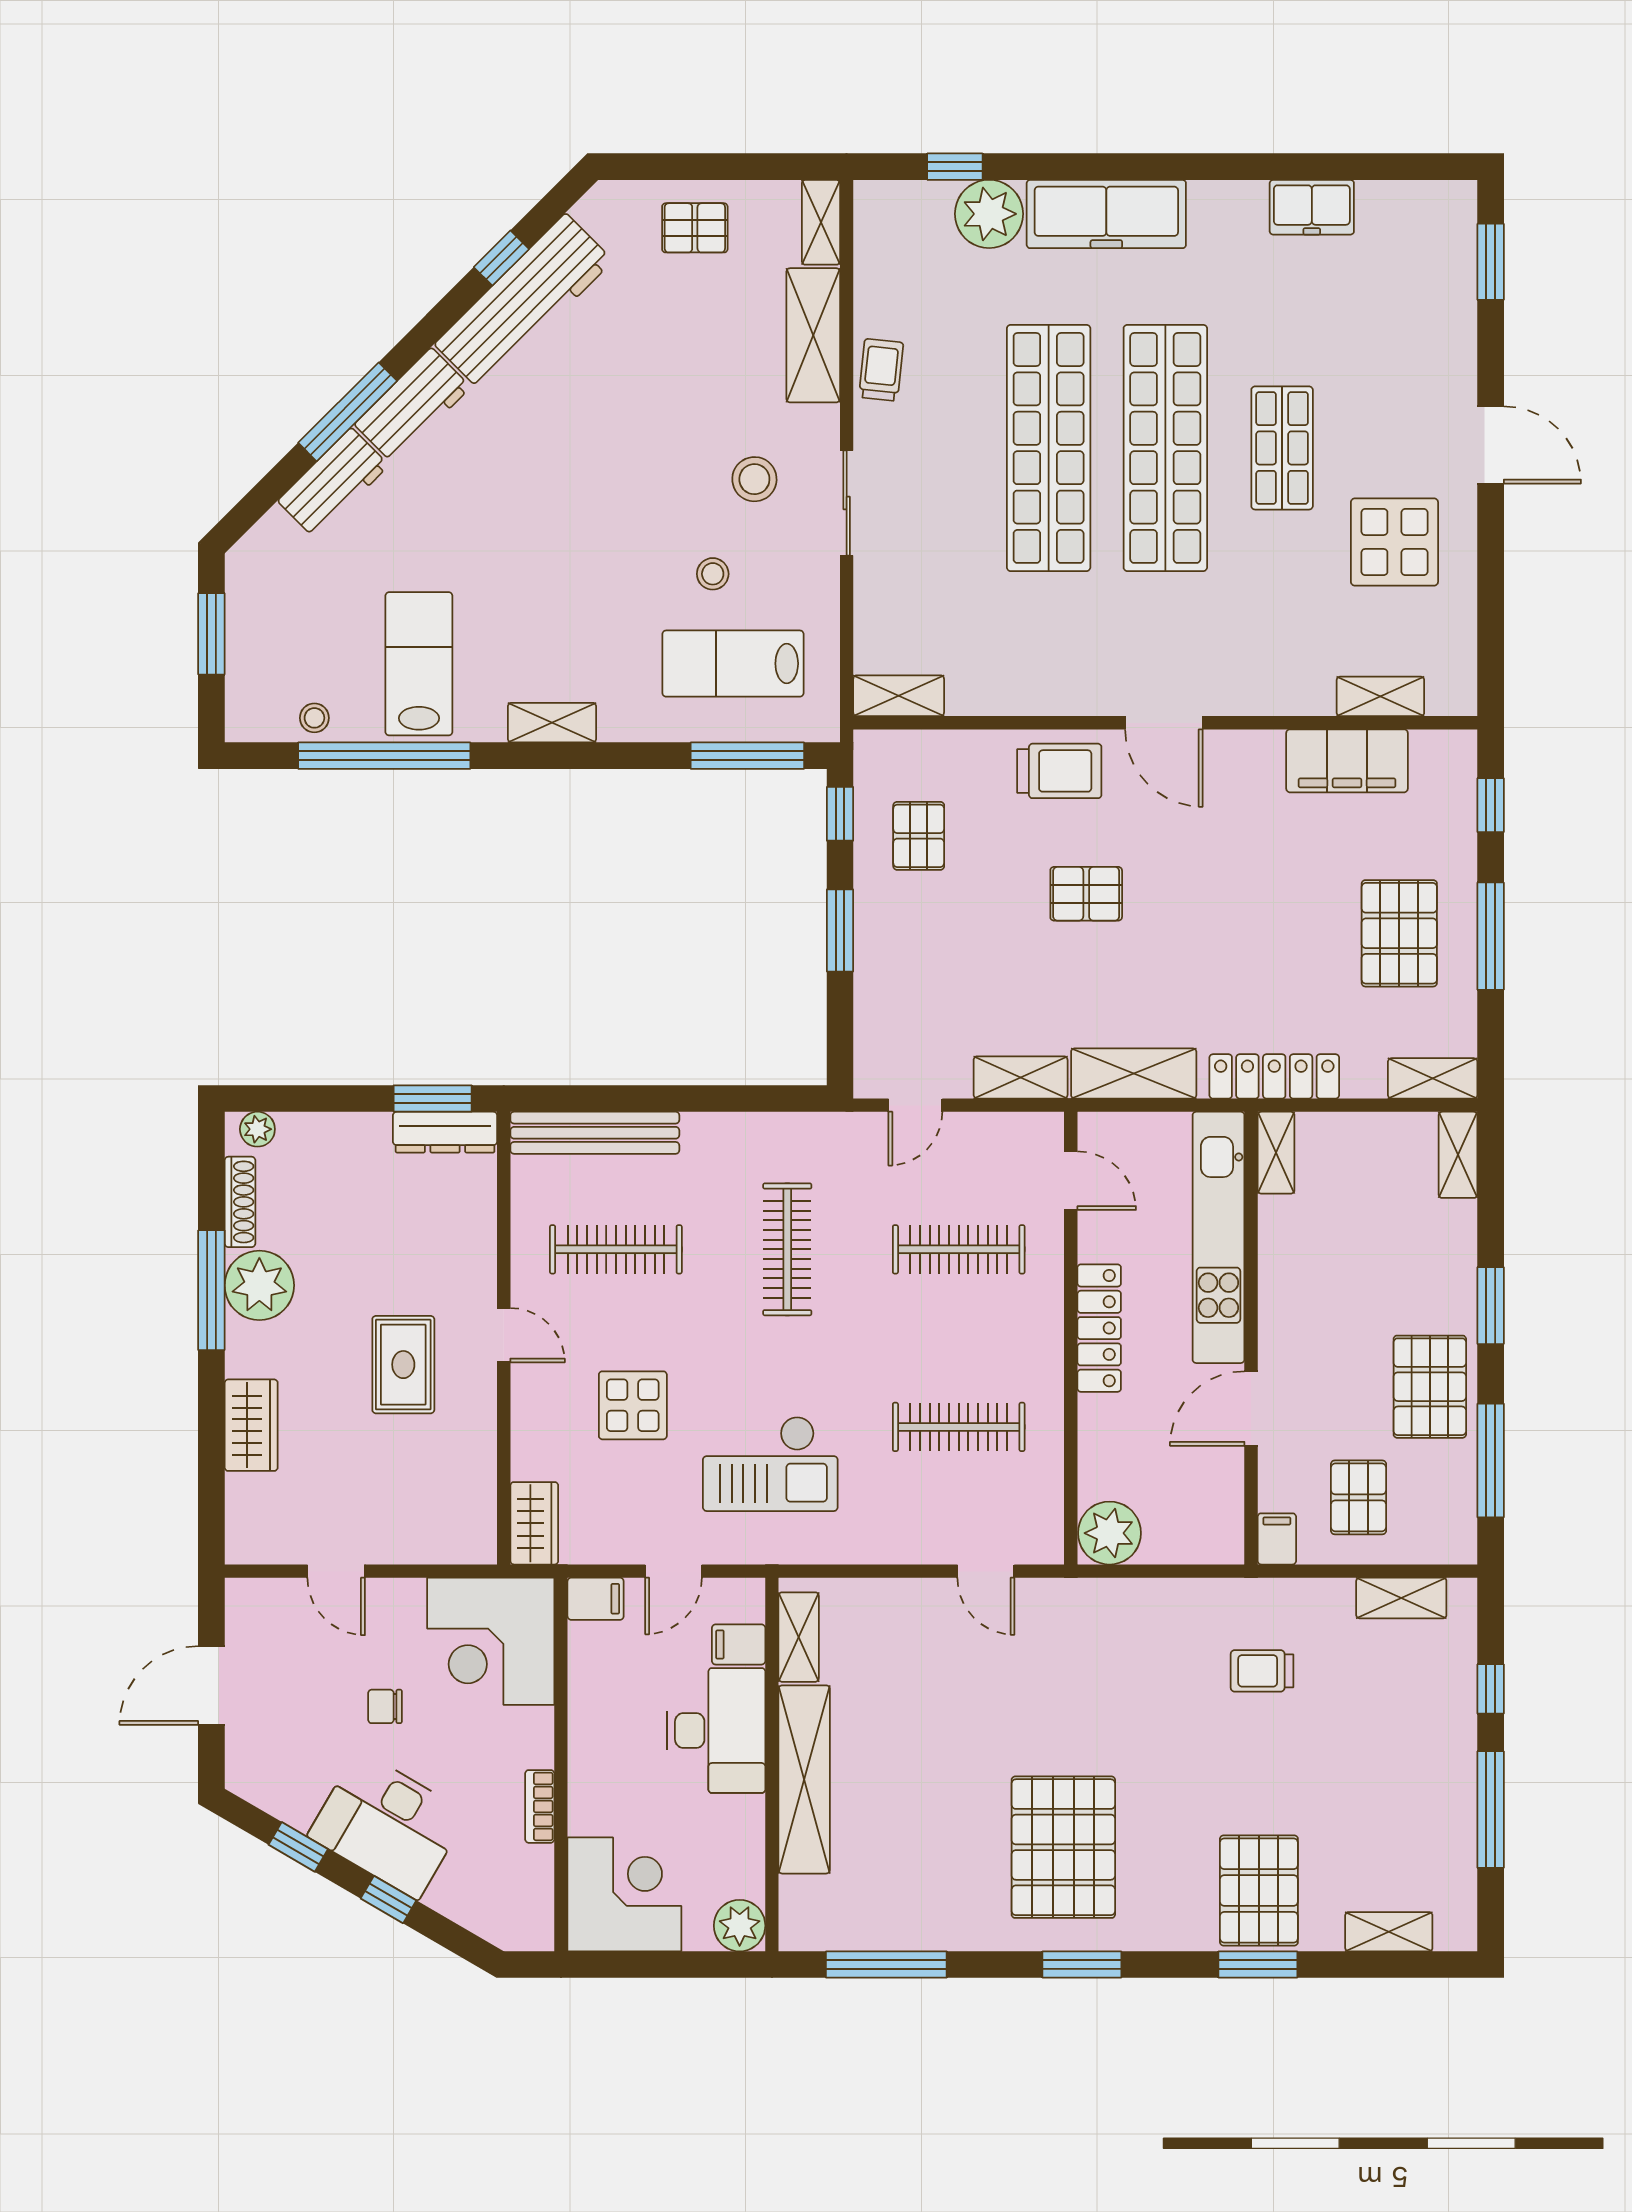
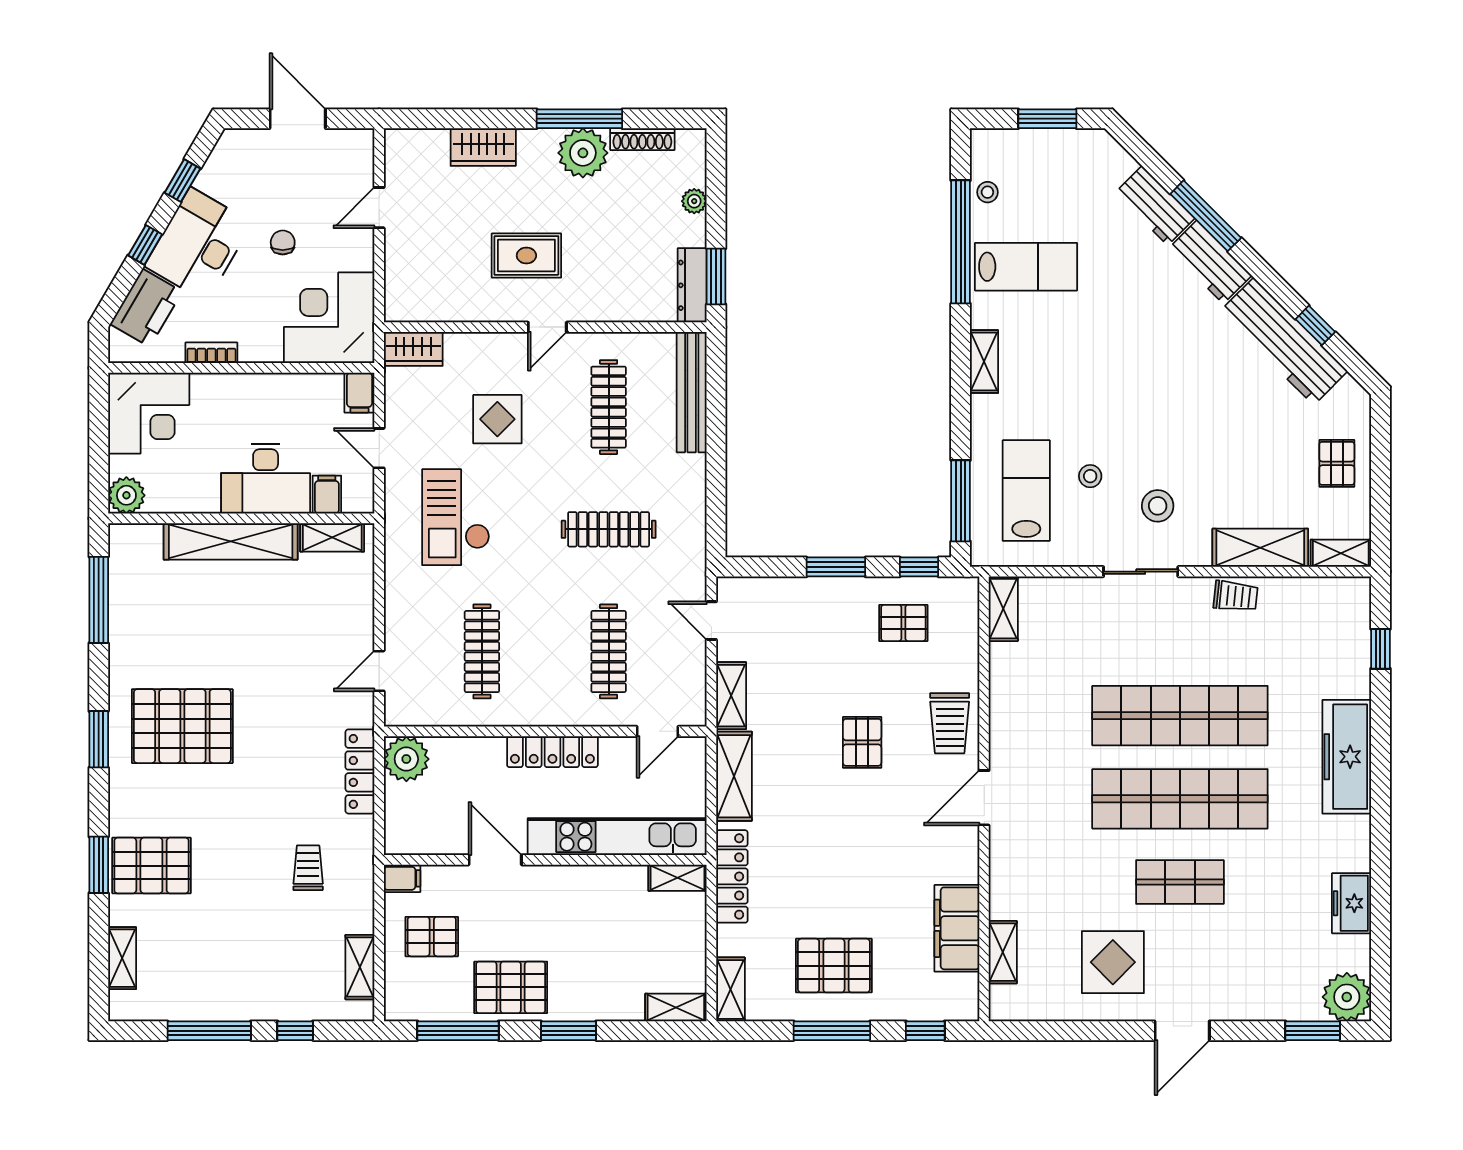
plant: (989, 214) -> (1347, 997), moved
plant: (257, 1129) -> (694, 201), moved
locker: (1127, 1598) -> (360, 771), added
printer: (477, 1898) -> (146, 308), added

